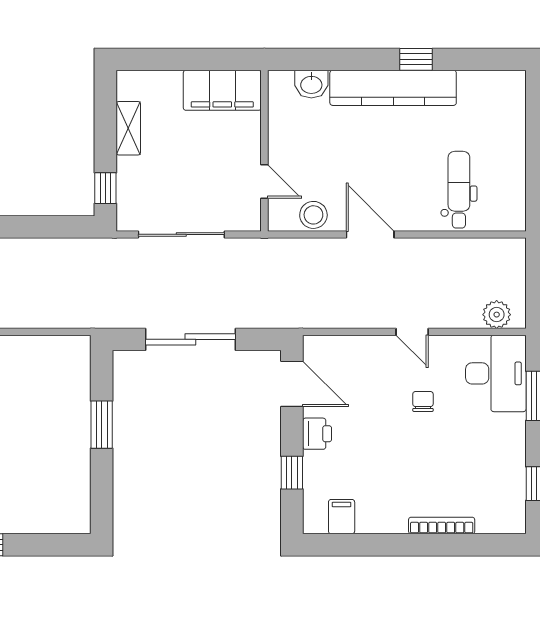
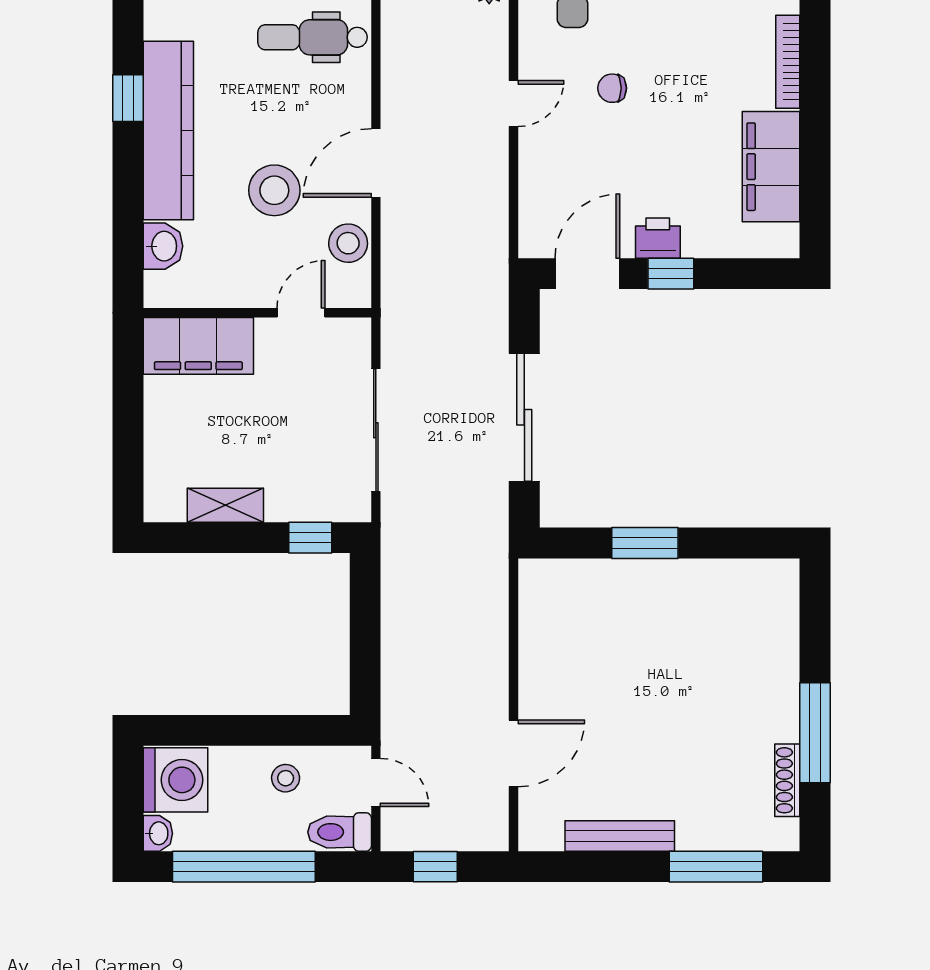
filing cabinet: (222, 90) -> (198, 346), moved, turned 90
stool: (351, 163) -> (274, 190), added
window: (292, 473) -> (671, 274), moved
filing cabinet: (342, 517) -> (771, 167), width x3.00, depth x1.17

